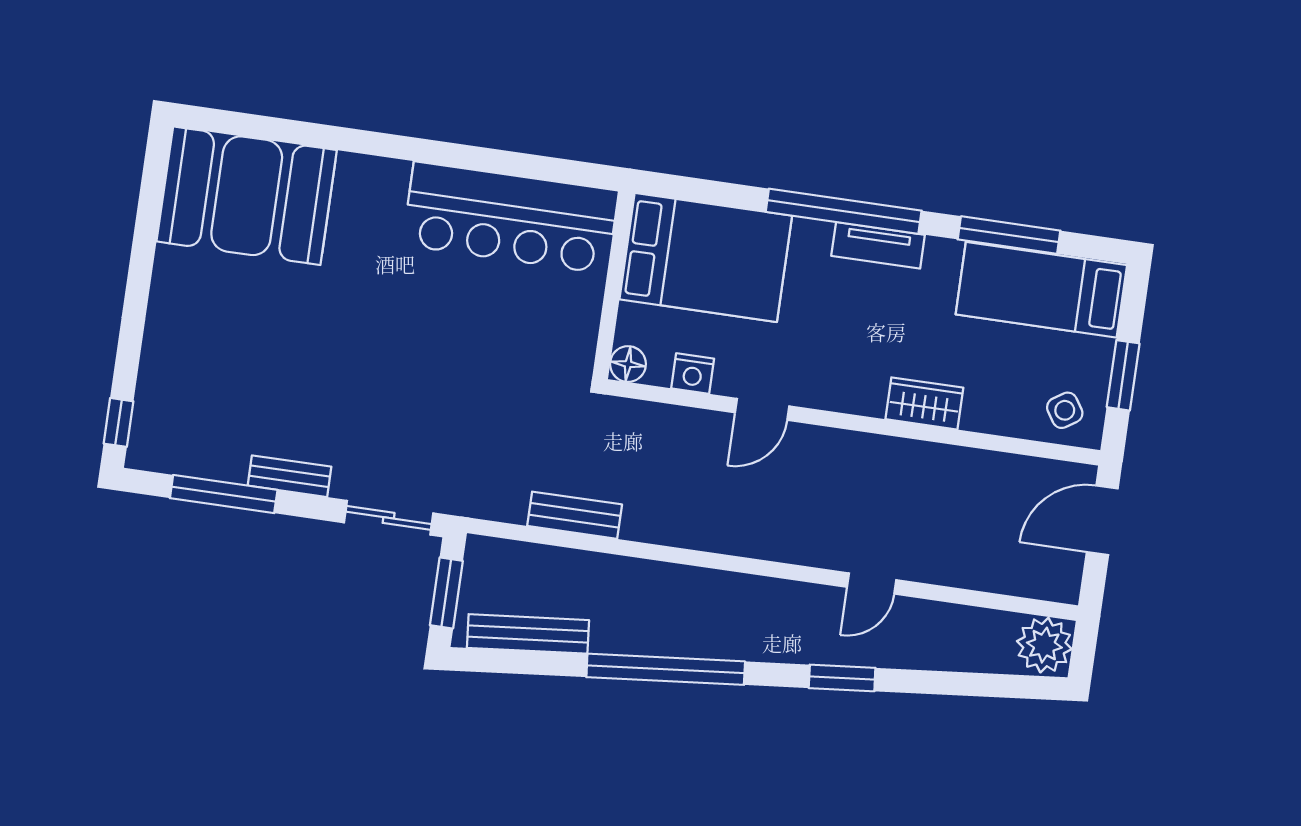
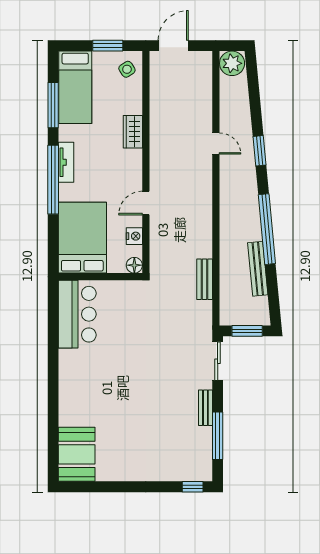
booth: (247, 196) -> (77, 454), width x0.73, depth x0.70
bar counter: (510, 218) -> (77, 314), width x0.73
door: (762, 409) -> (146, 203), swing flipped
door: (1102, 520) -> (173, 46), swing flipped
bench: (528, 634) -> (258, 269), moved

